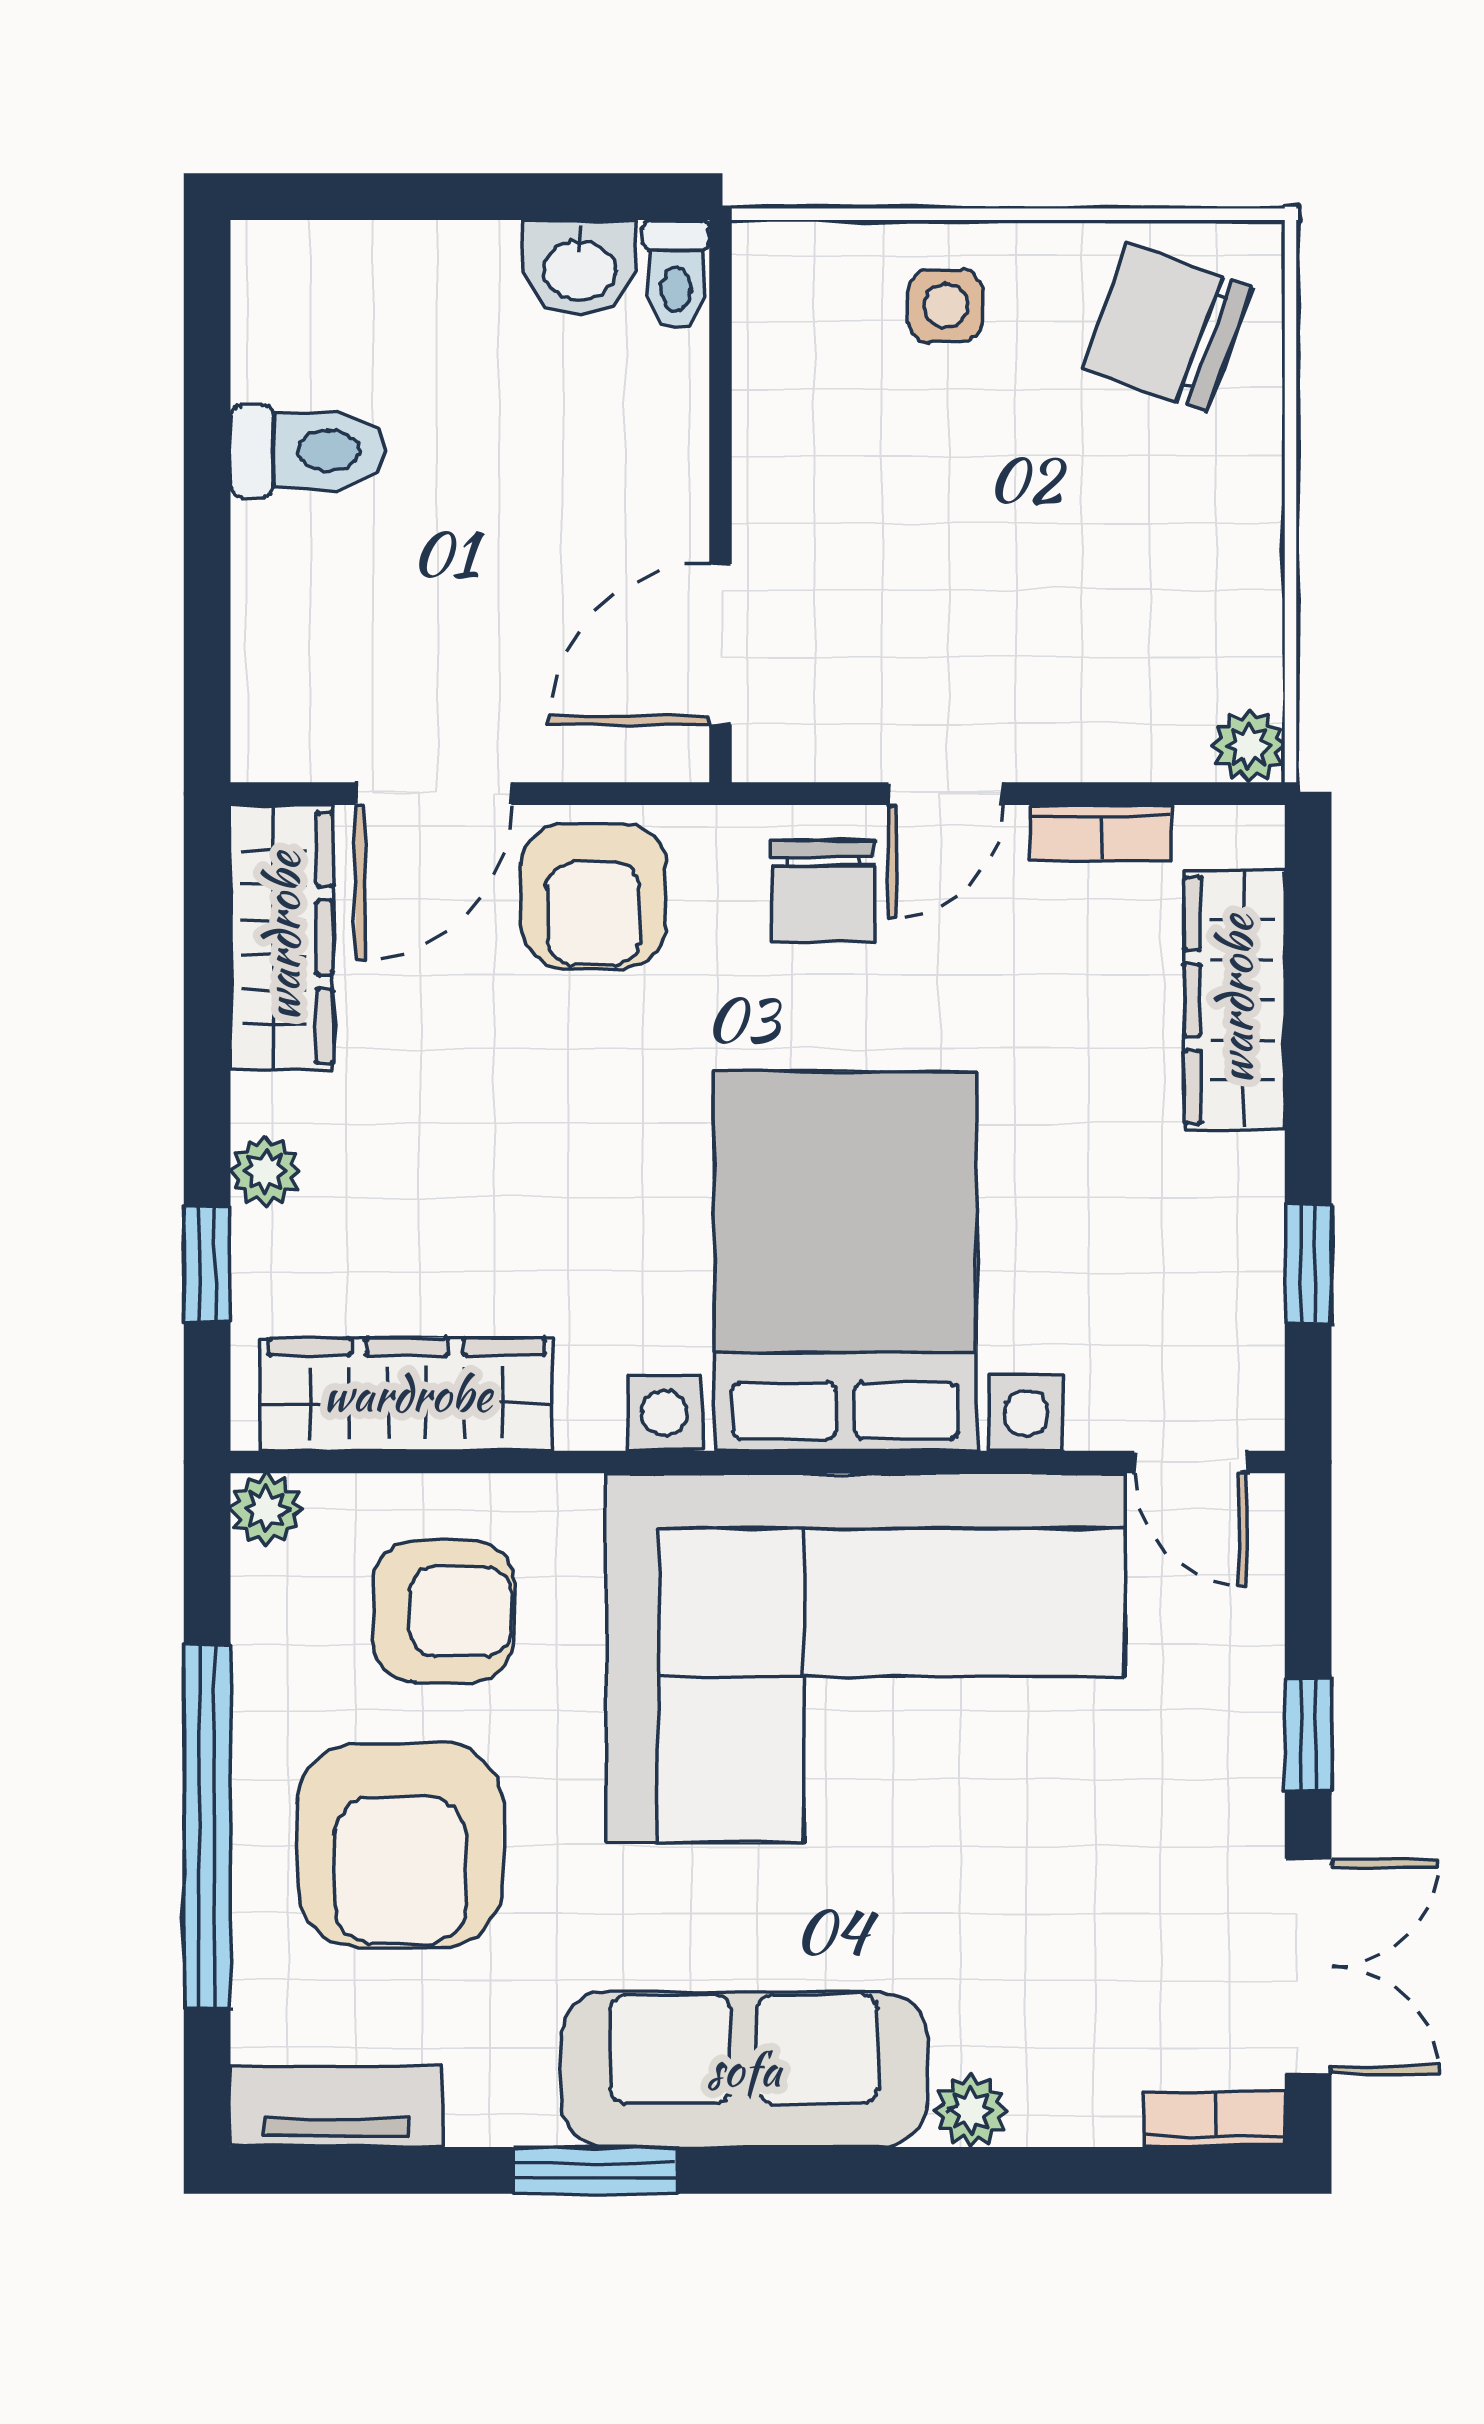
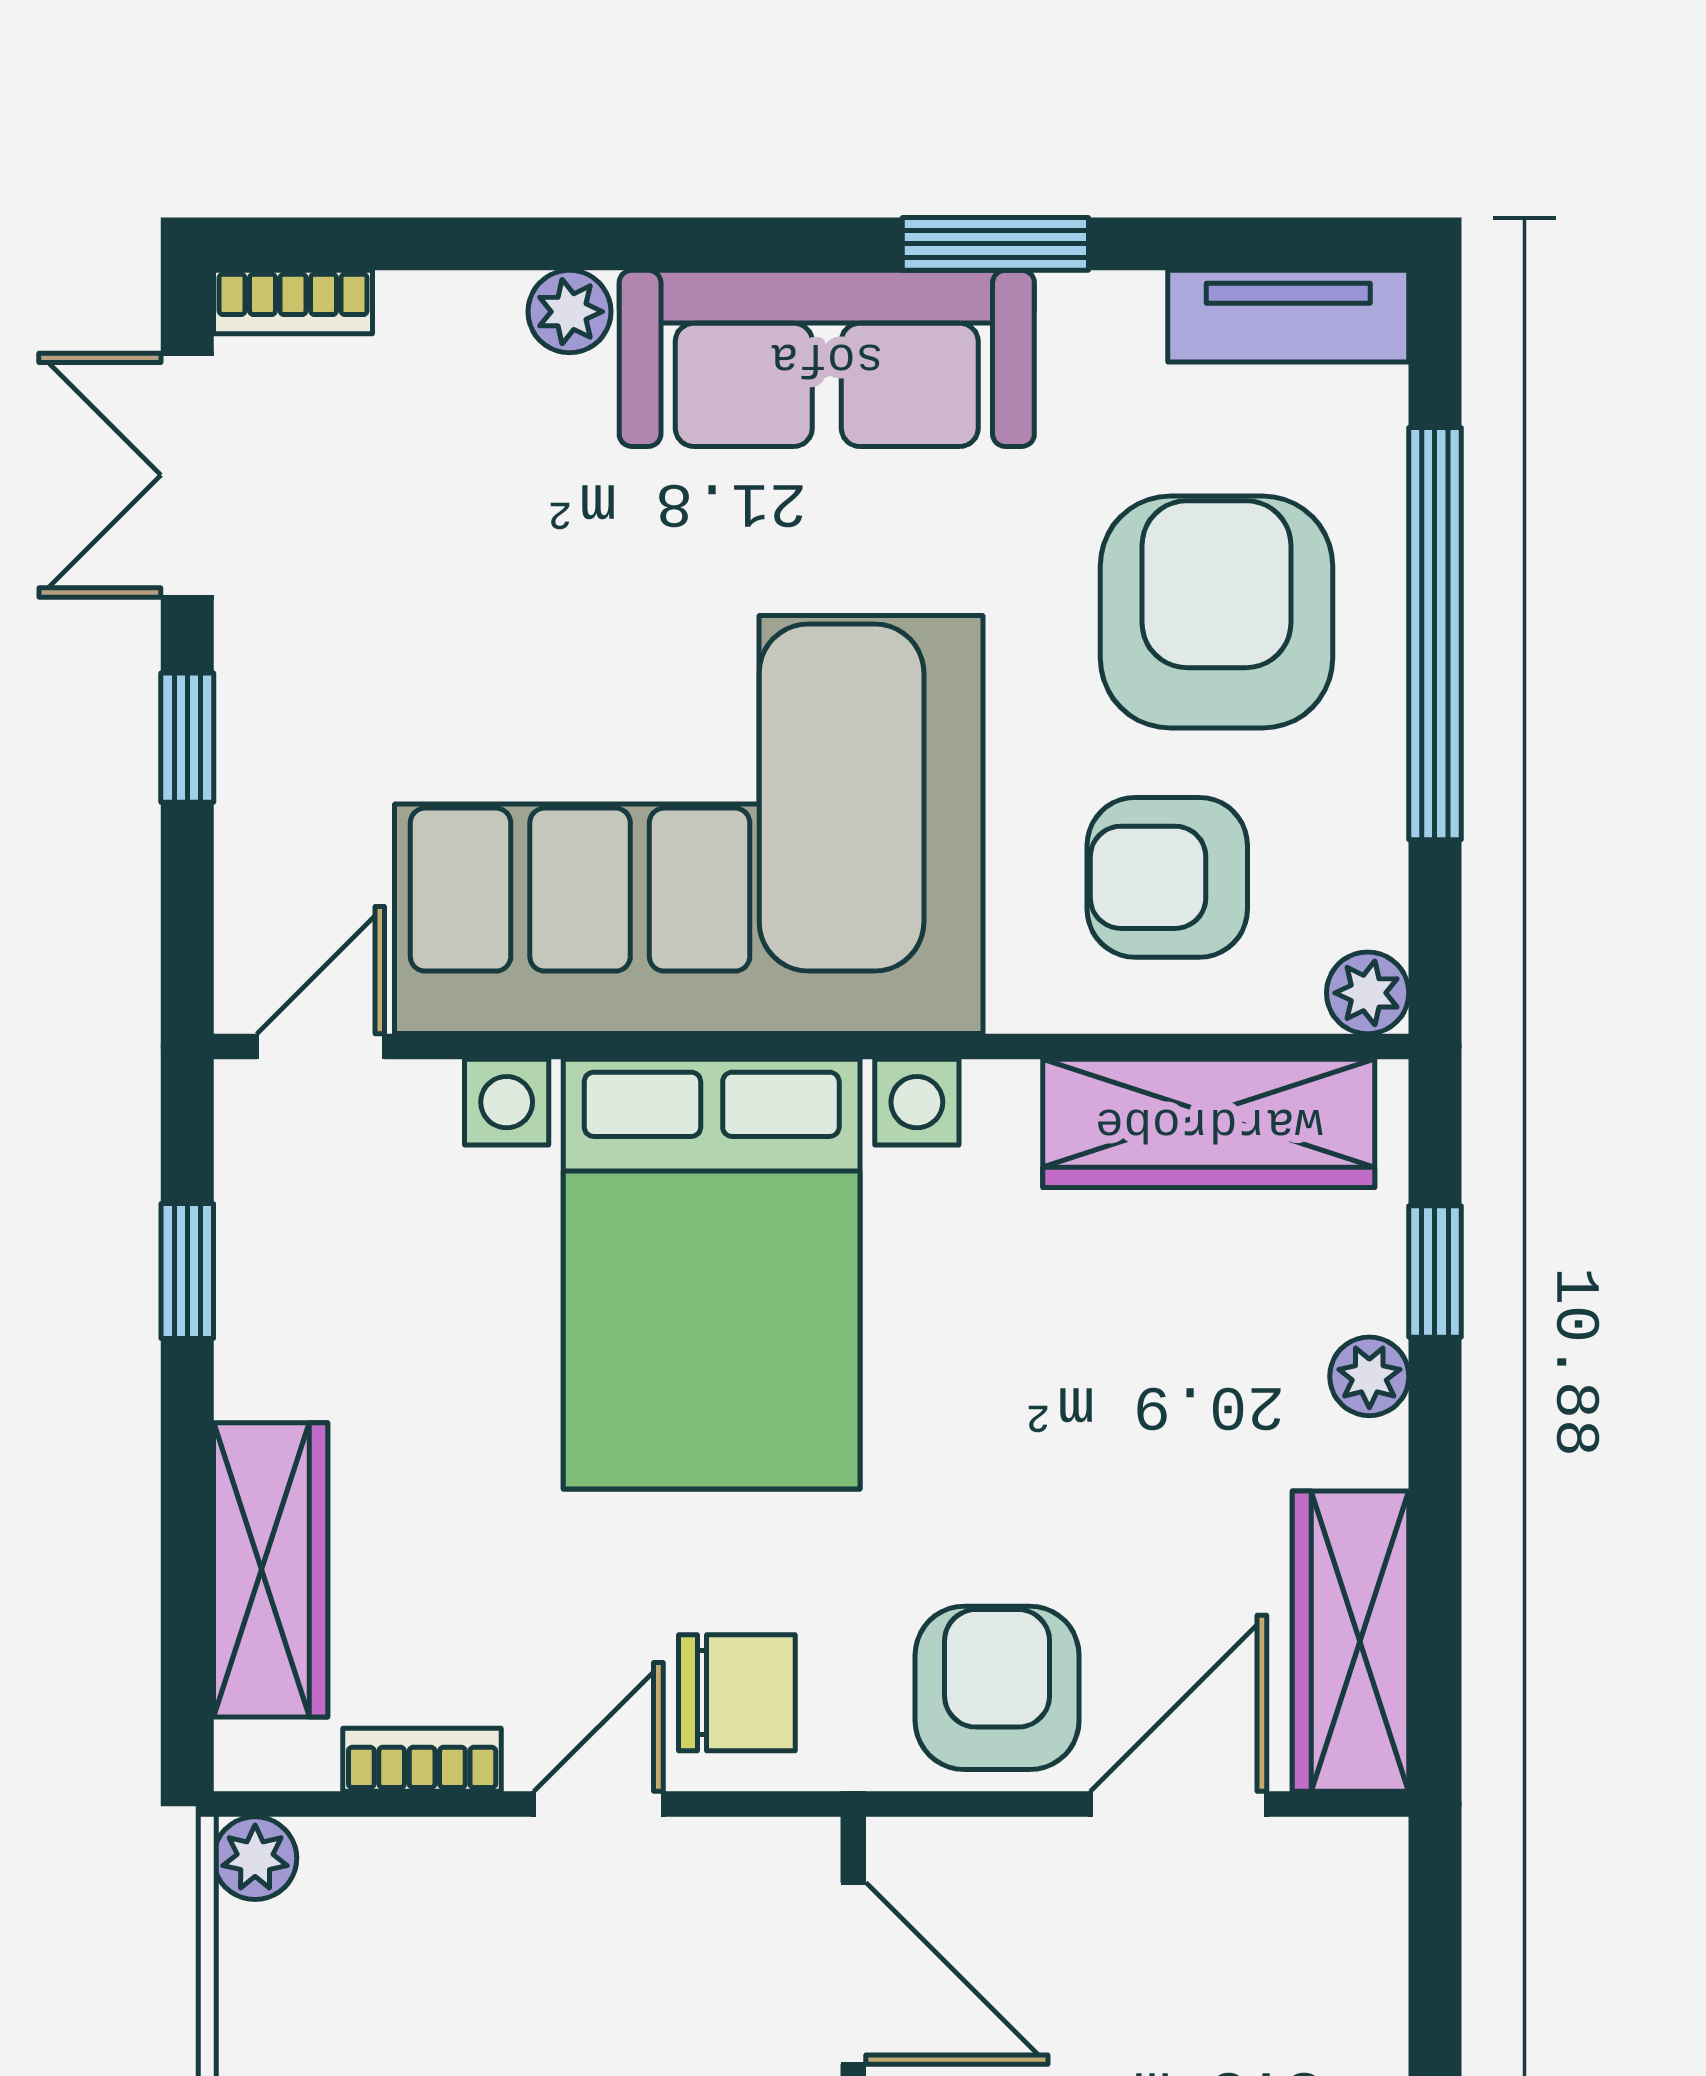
door: (721, 644) -> (853, 1973), hinge flipped
chair: (823, 892) -> (737, 1693), turned 90
door: (1190, 1462) -> (321, 1047), hinge flipped

